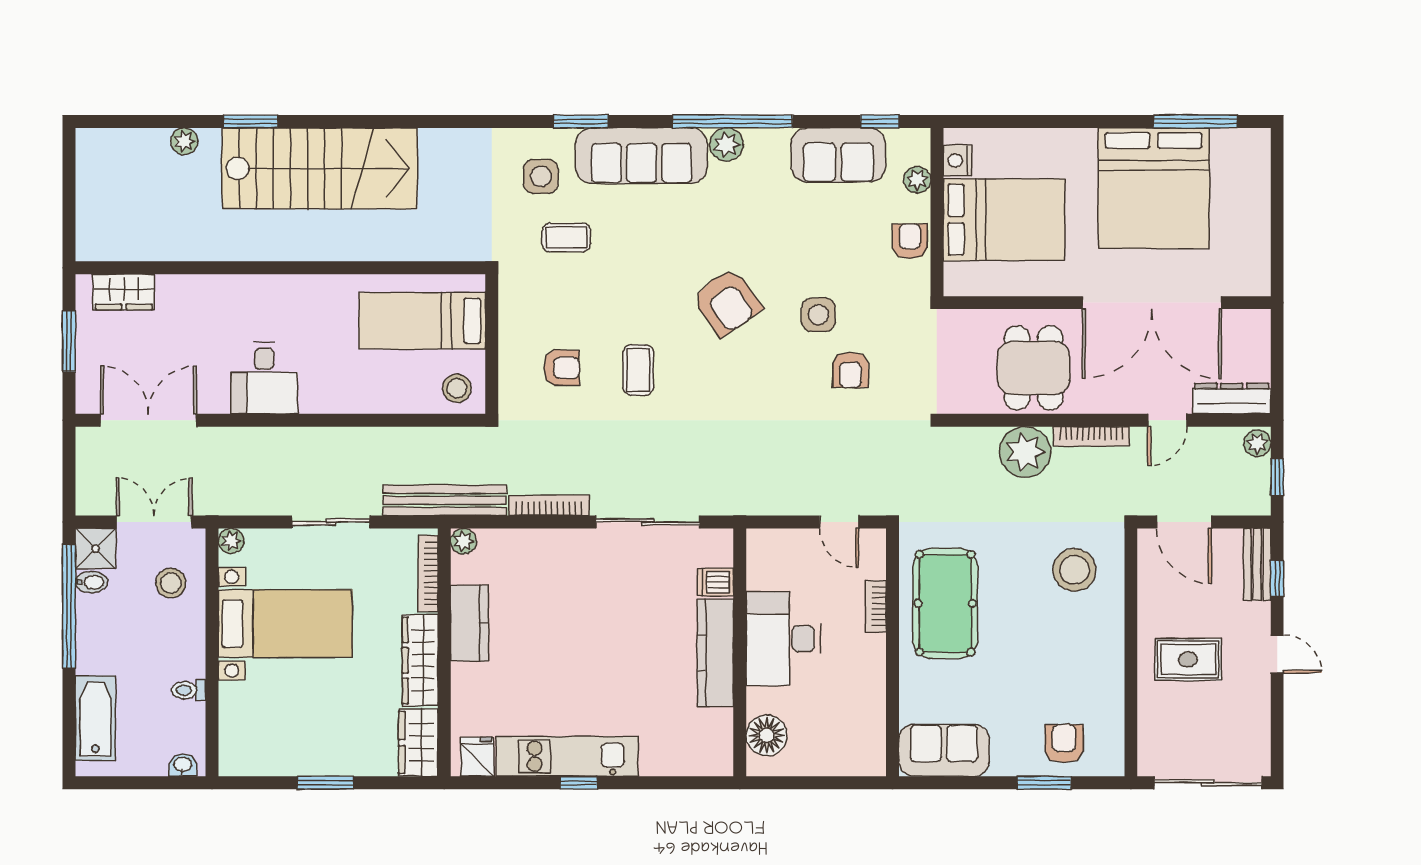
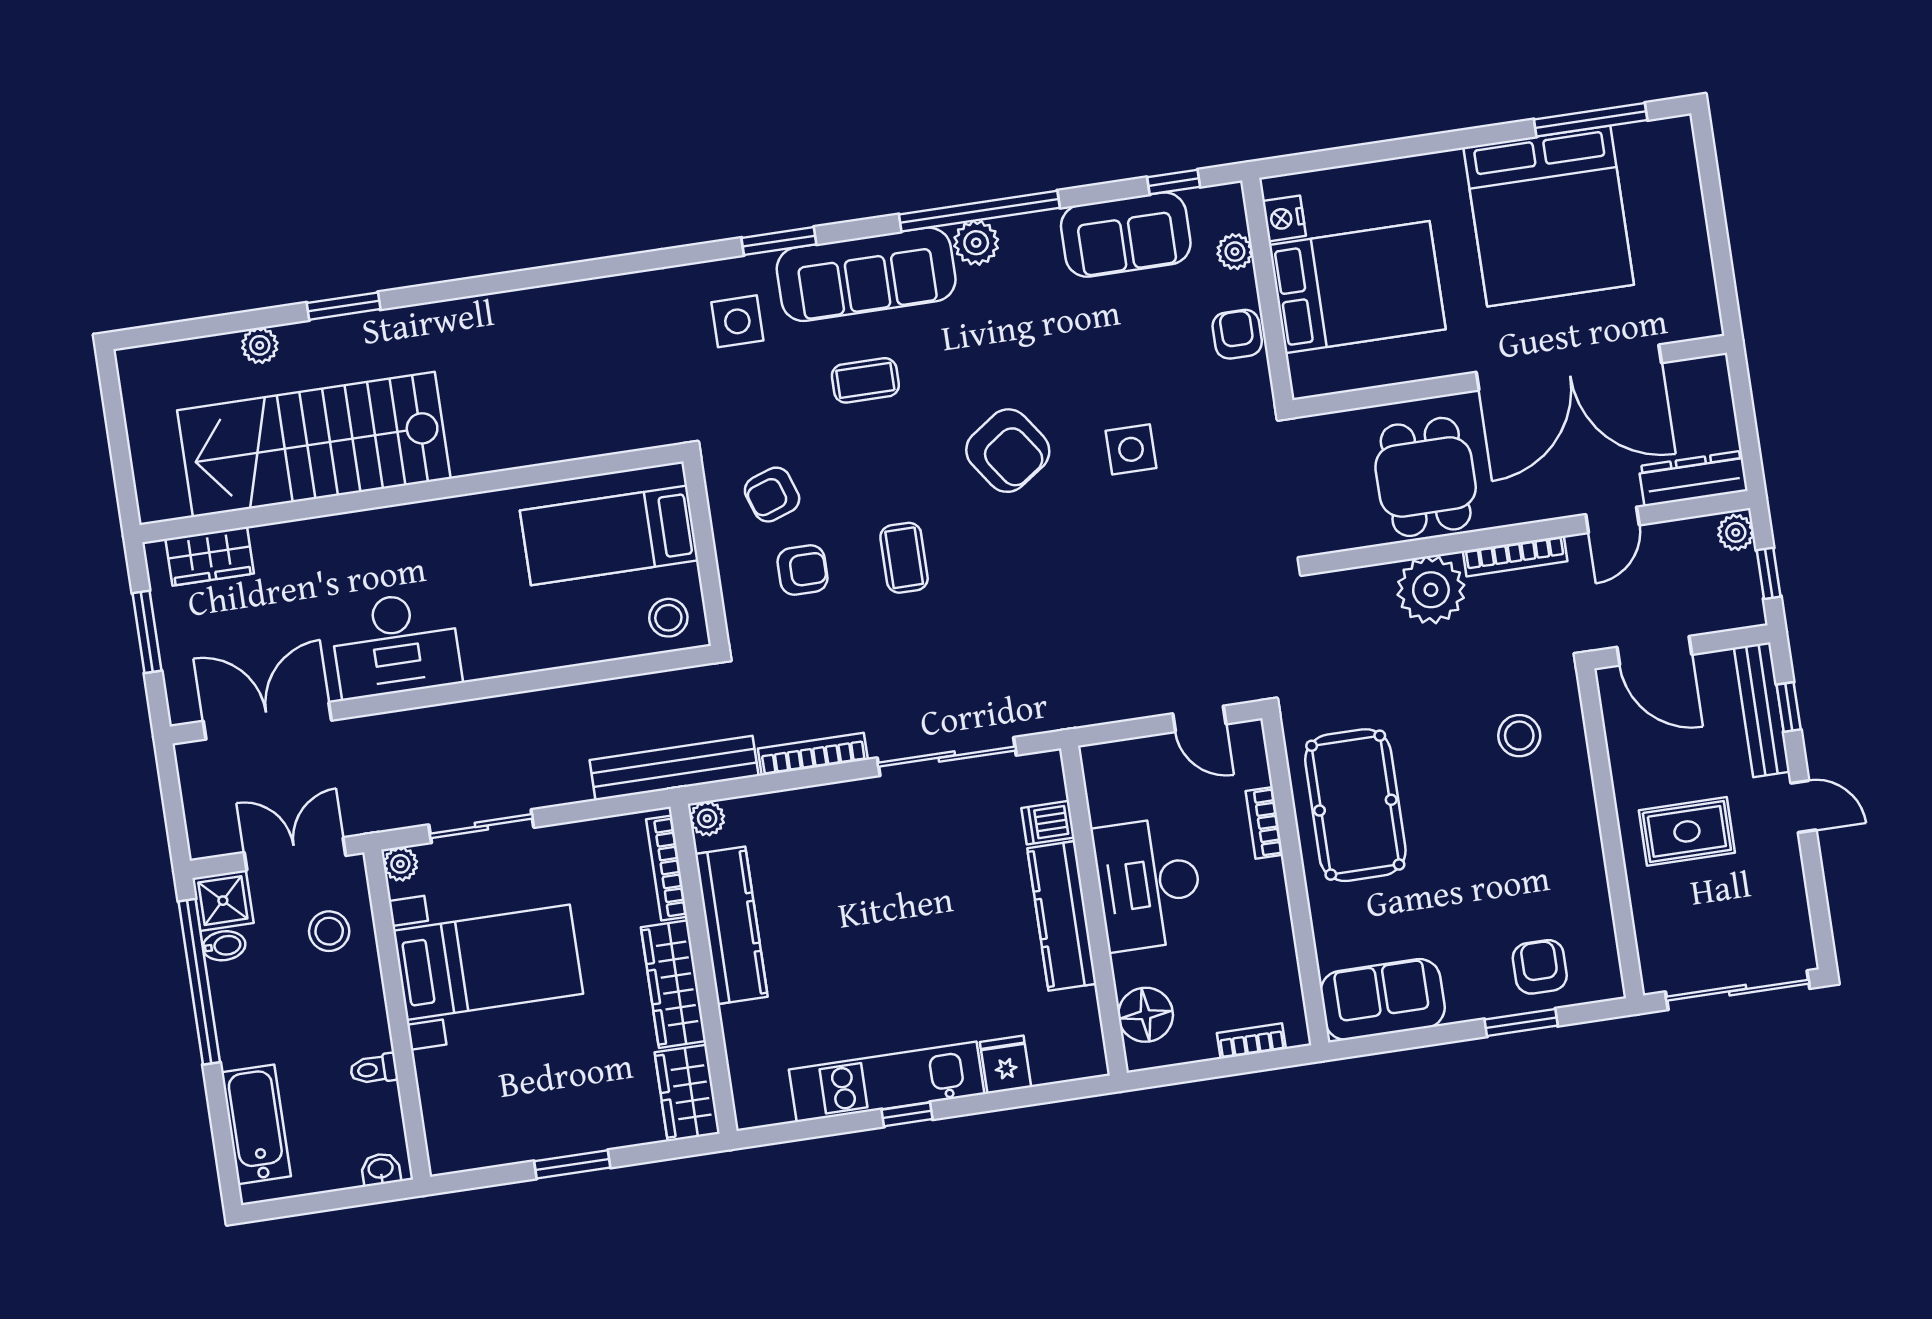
stairs: (320, 168) -> (314, 444), moved, turned 180
coffee table: (566, 237) -> (865, 380), moved
armchair: (850, 370) -> (772, 495), moved, turned 71
desk: (264, 378) -> (396, 645), width x1.37
sliding door: (331, 522) -> (481, 826), moved
bench: (1257, 564) -> (1762, 710), width x1.36
stool: (1074, 570) -> (1519, 736), width x0.73, depth x0.73
kitchen counter: (469, 623) -> (731, 925), width x1.50
fridge: (477, 757) -> (1005, 1065), moved
bookcase: (842, 767) -> (1251, 1041), added

